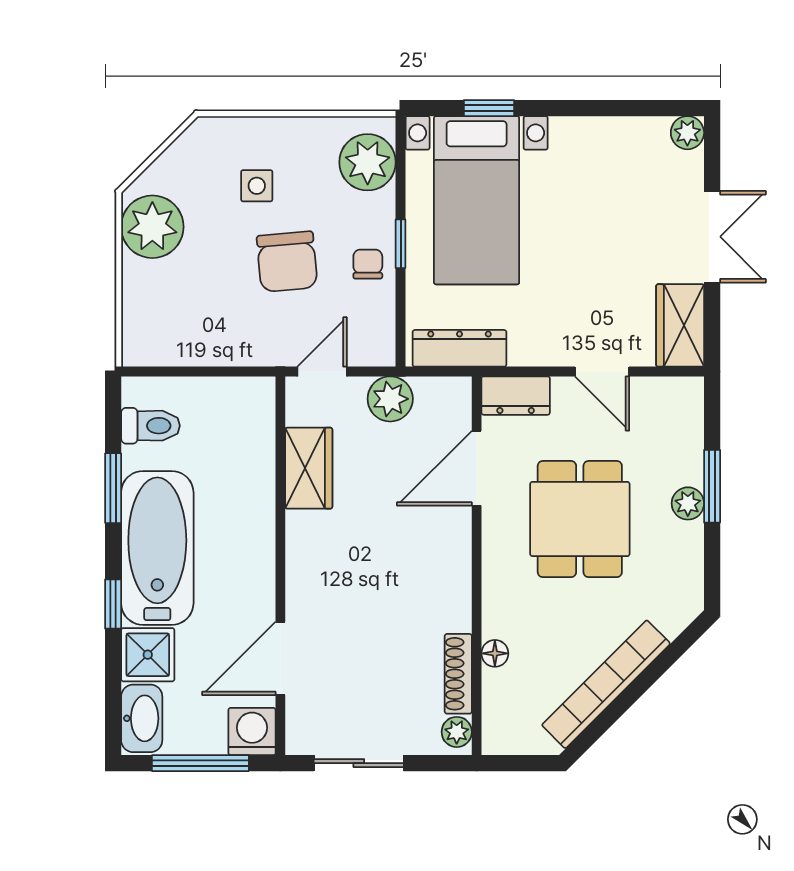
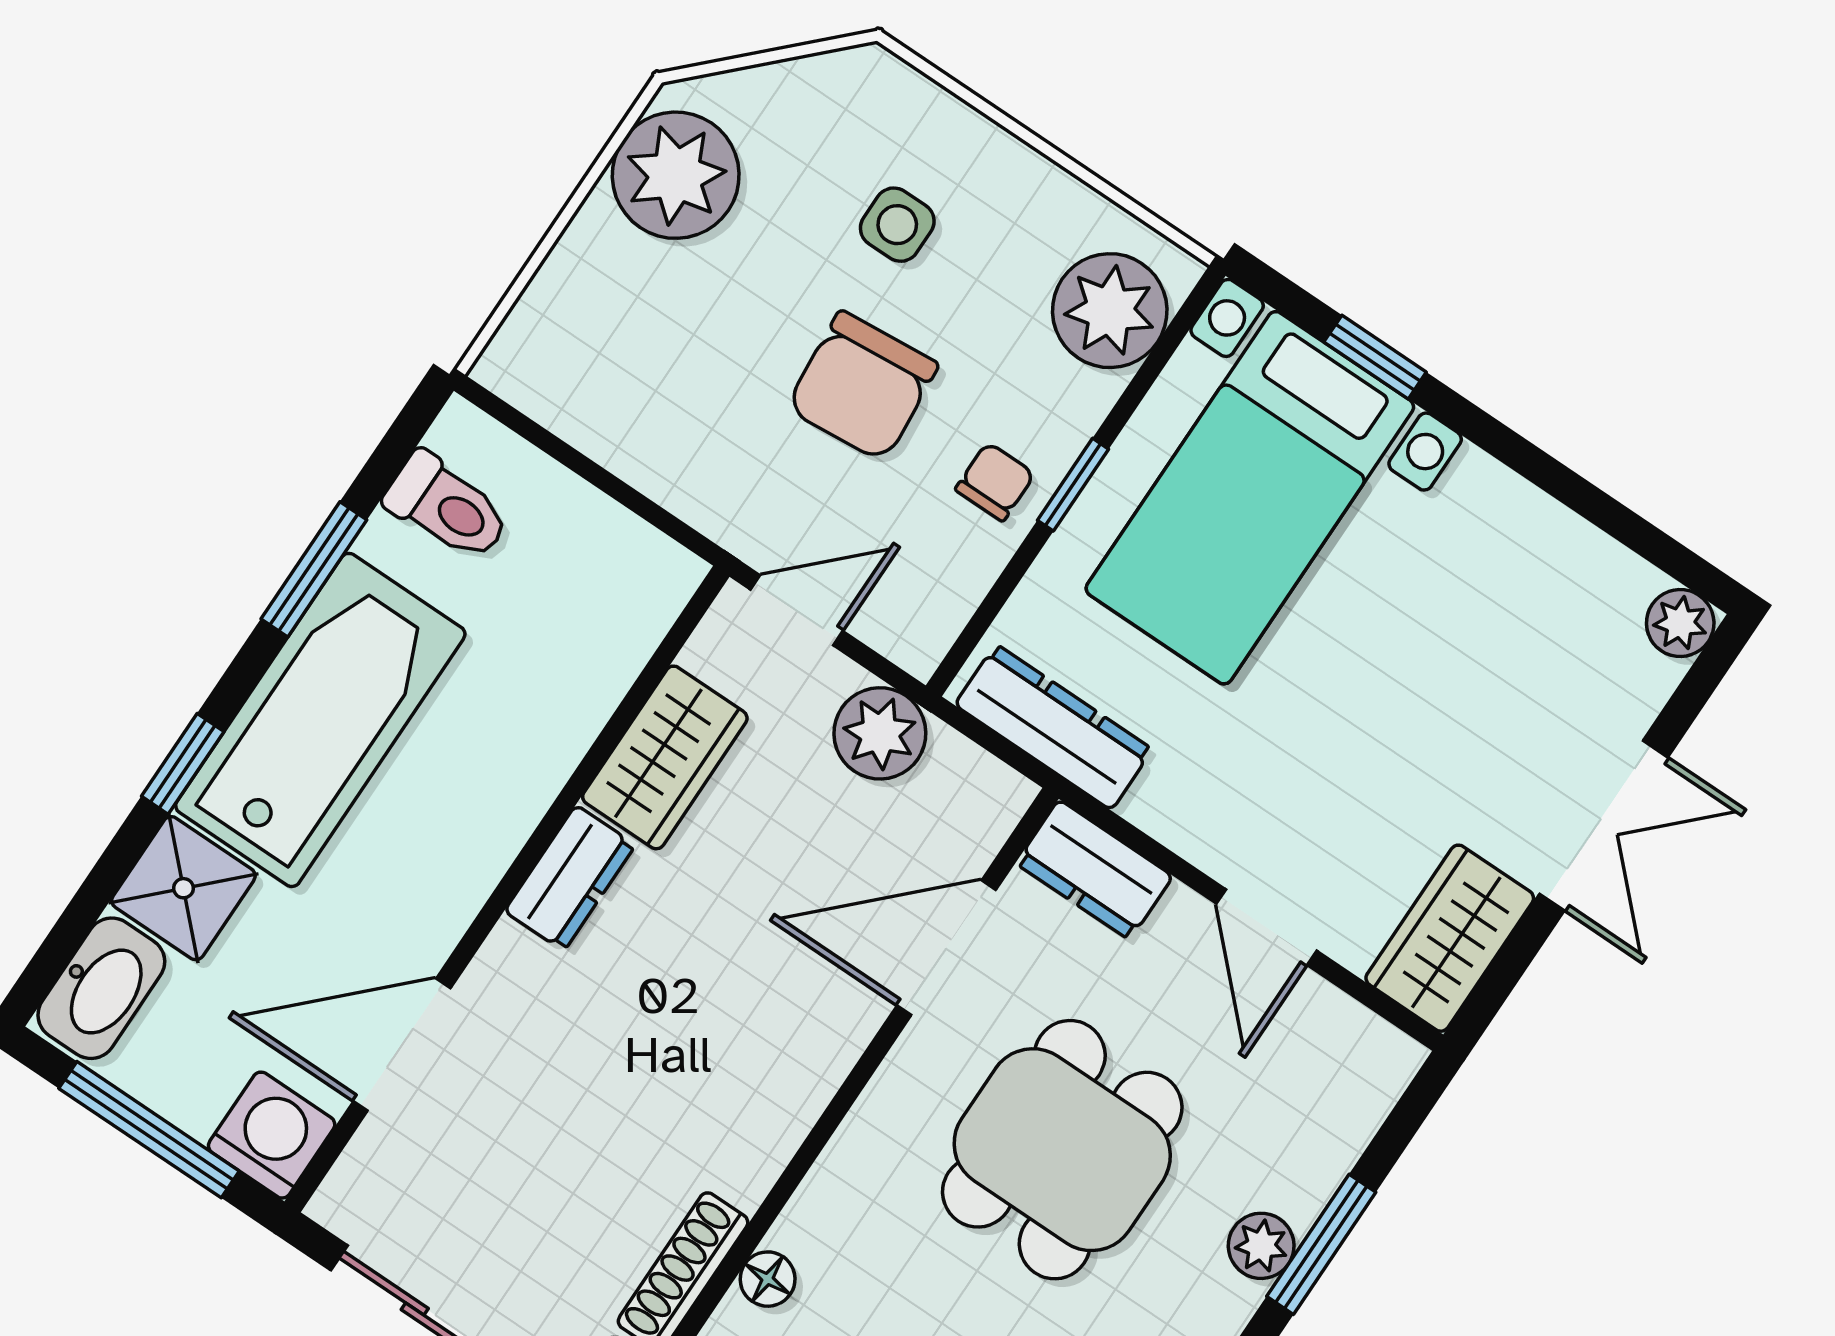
dresser: (303, 544) -> (570, 878), added

